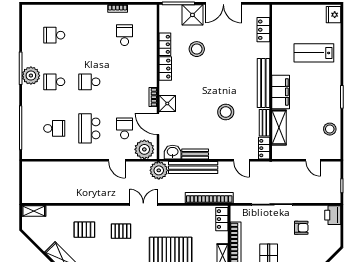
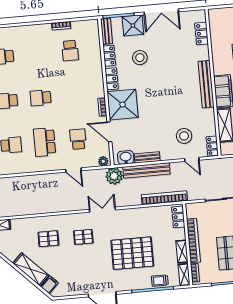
school desk: (125, 35) -> (70, 51), turned 180
shower: (167, 103) -> (123, 105), width x1.86, depth x1.86
stool: (226, 112) -> (184, 136), moved
bench: (264, 123) -> (107, 31), moved
plant: (144, 149) -> (103, 161), width x0.53, depth x0.53

